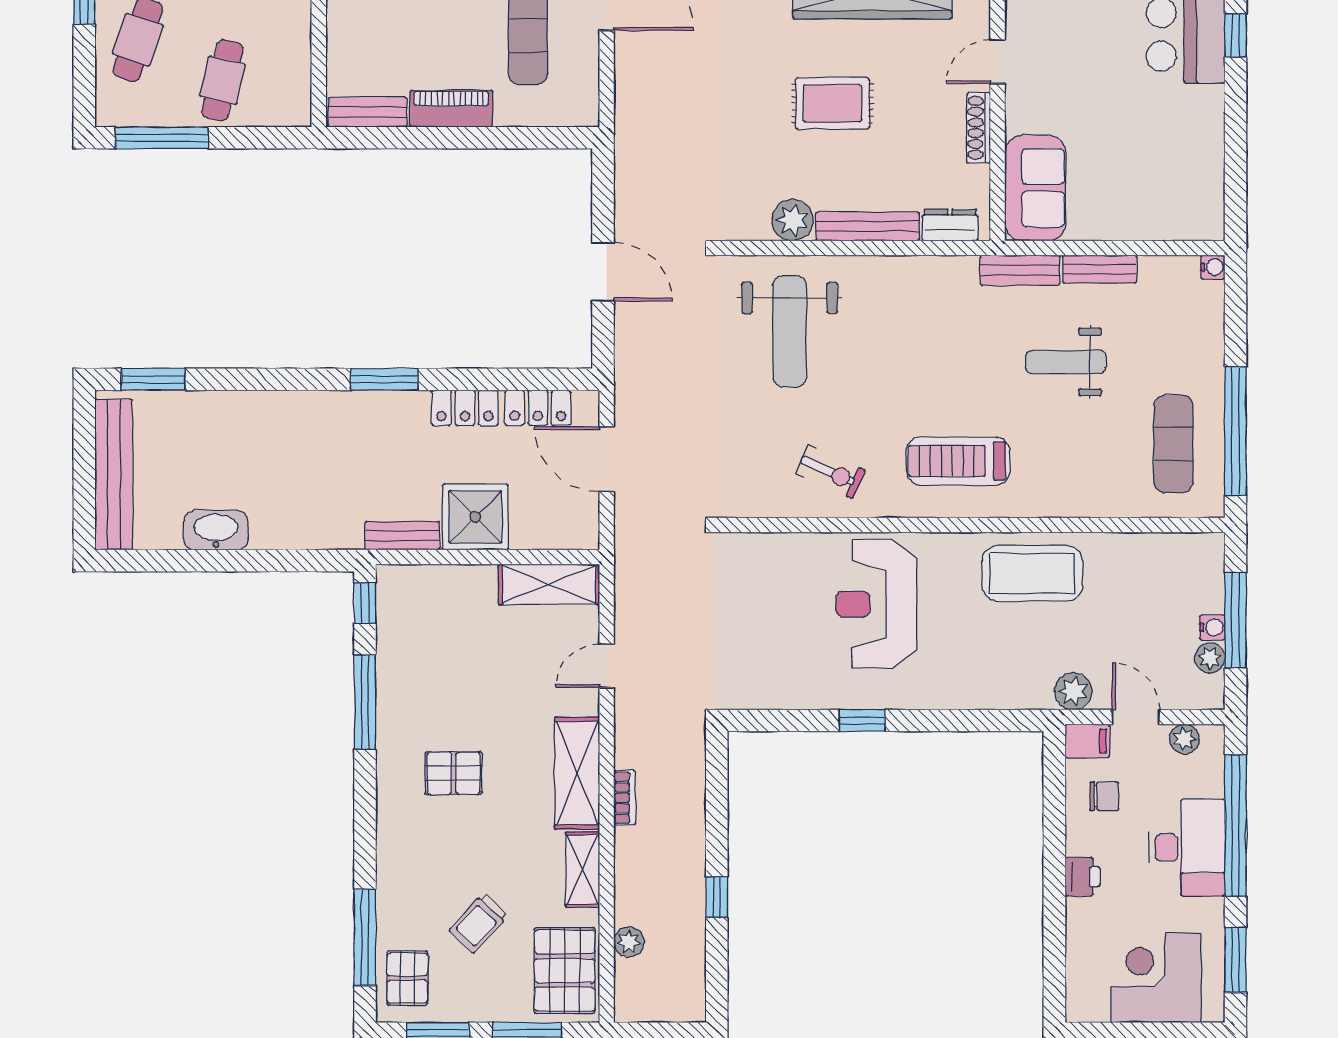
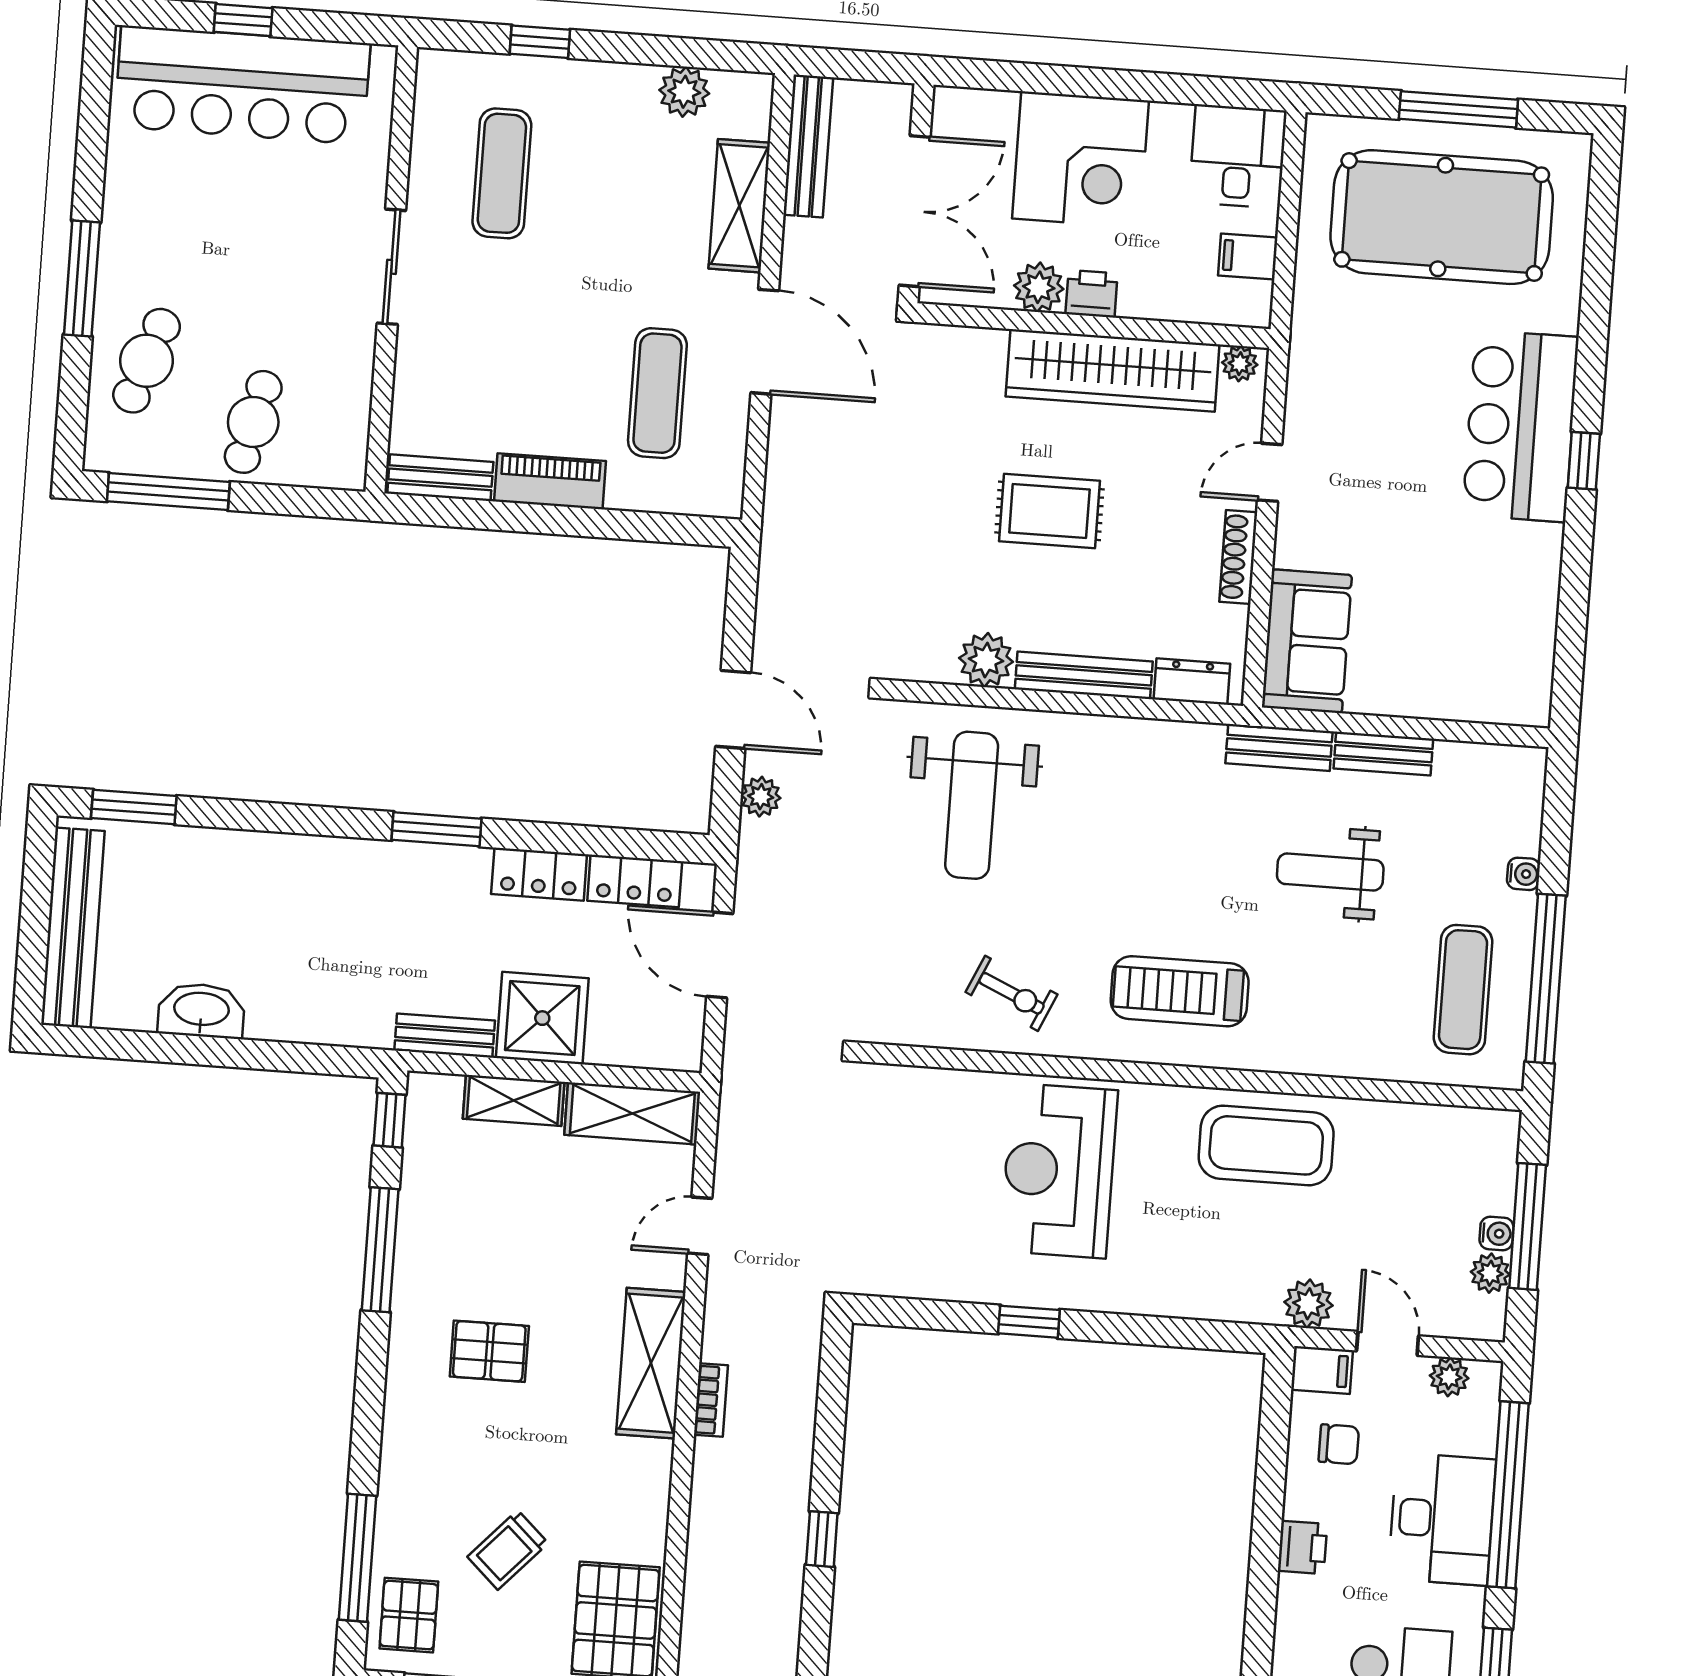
water cooler: (1213, 267) -> (1524, 874), moved
shelving: (583, 870) -> (514, 1100), moved, turned 90
plant: (629, 942) -> (761, 797), moved

